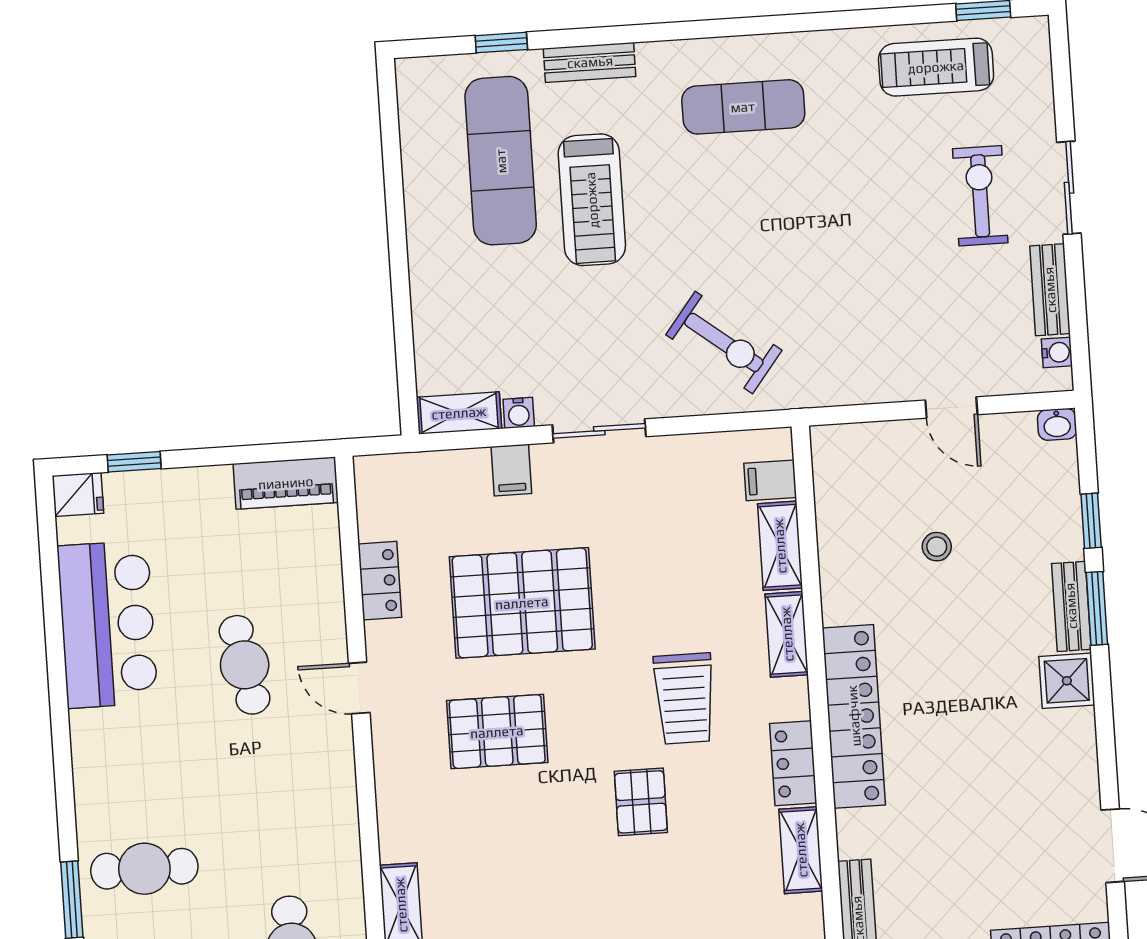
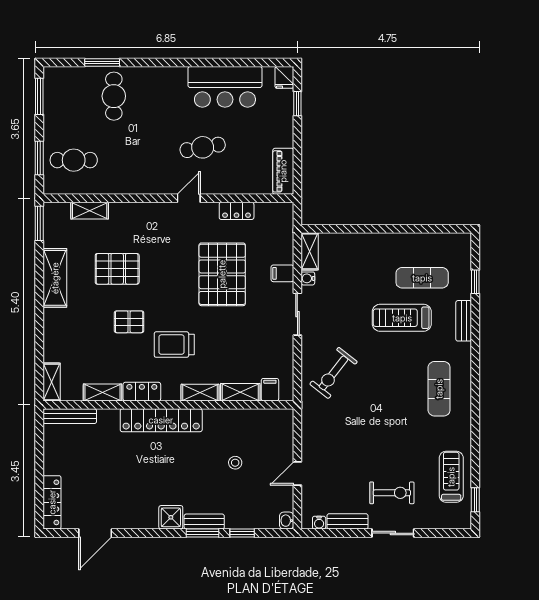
exercise mat: (501, 161) -> (422, 278), width x0.73, depth x0.69
pallet: (497, 732) -> (117, 269), moved, turned 90

